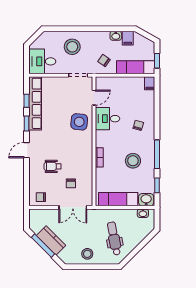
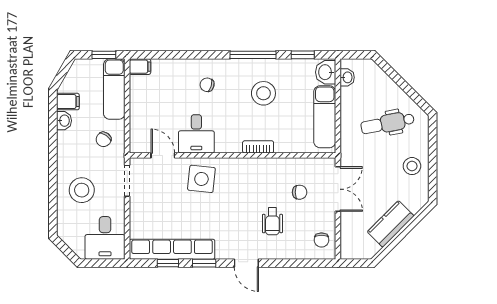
window: (43, 246) -> (399, 237), removed

